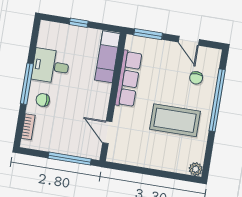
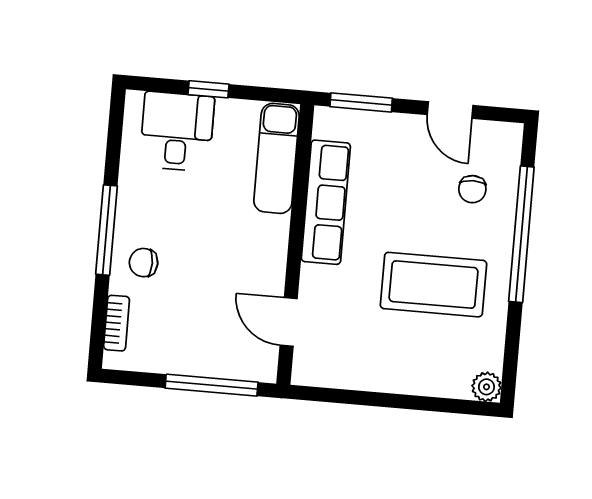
desk: (51, 66) -> (177, 132), moved, turned 90

